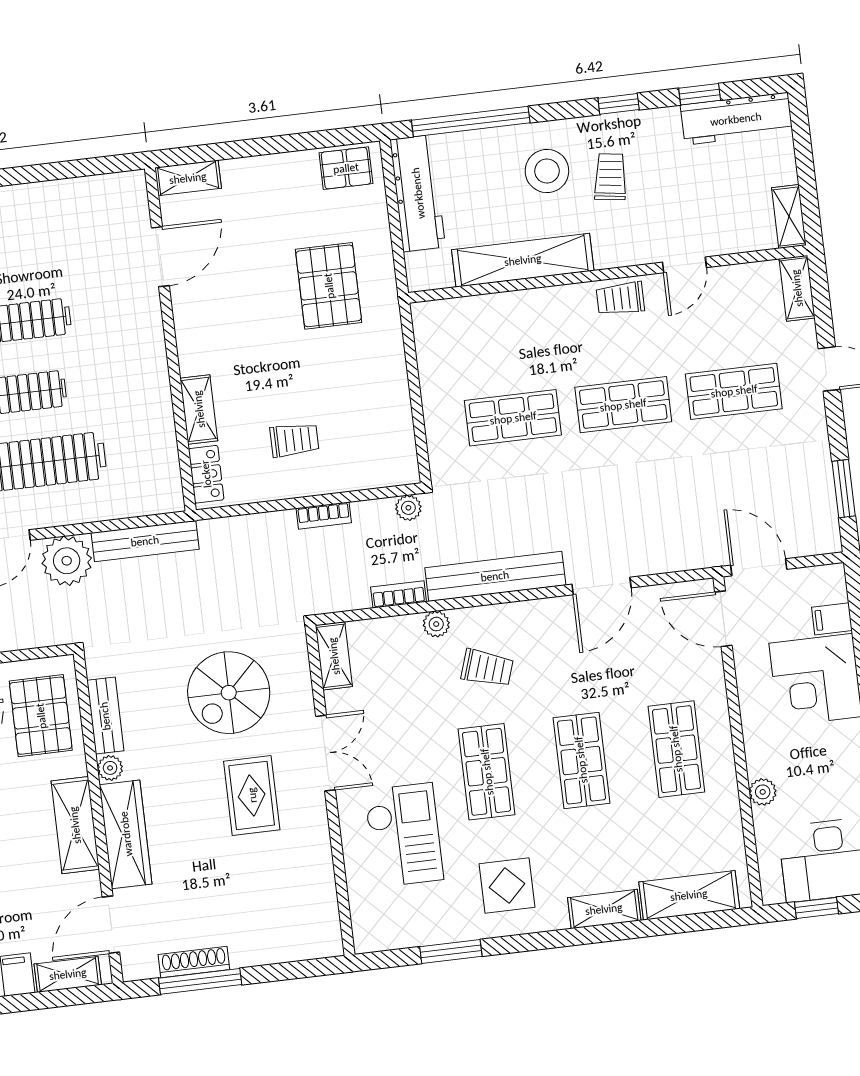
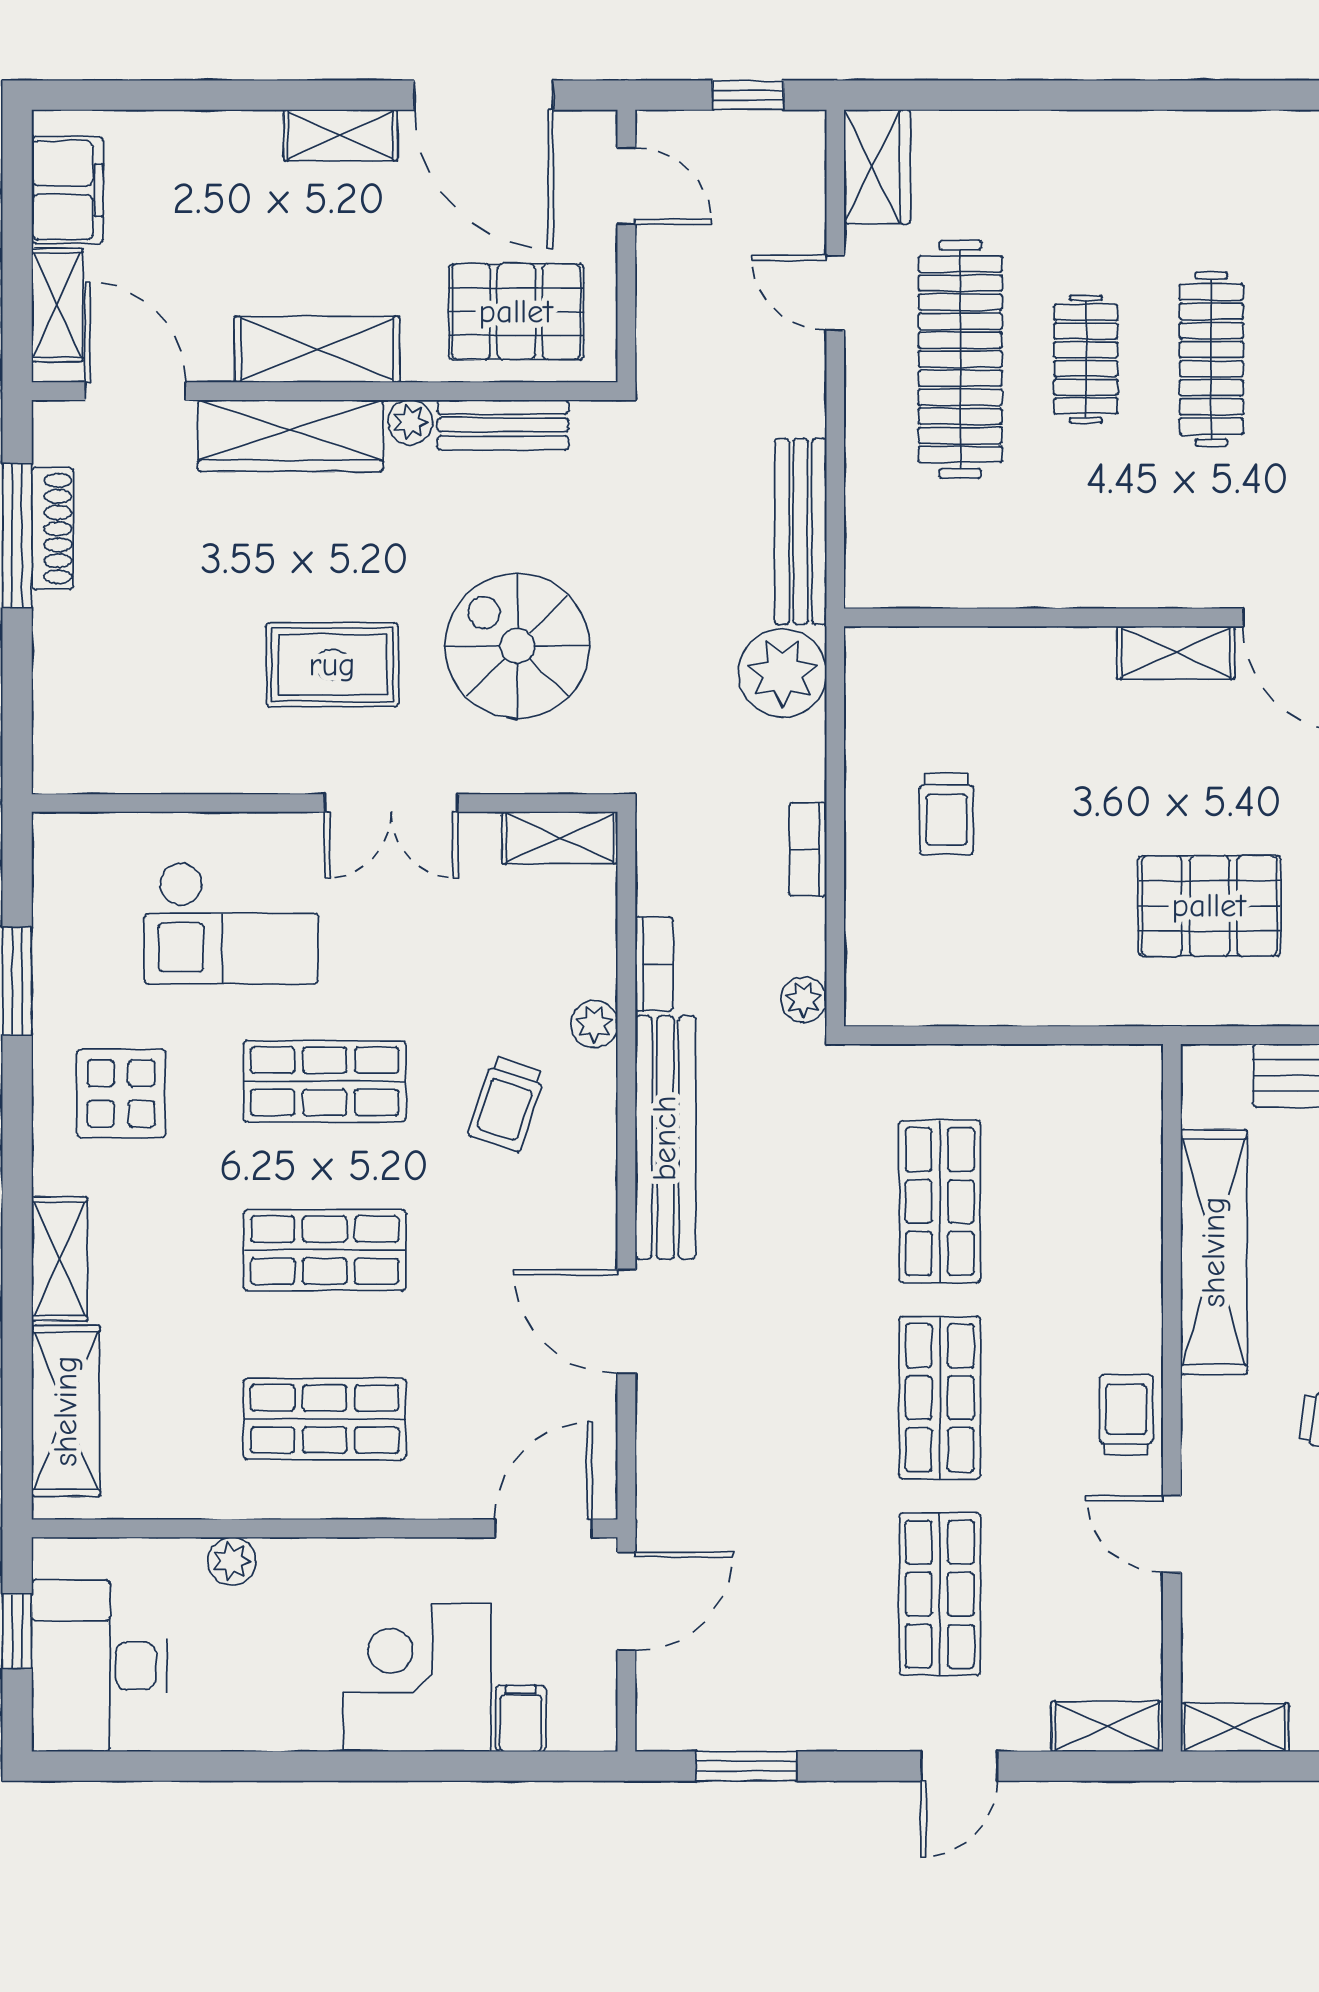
shelving: (199, 409) -> (1176, 653), moved
locker: (206, 474) -> (905, 652), removed
plant: (67, 561) -> (782, 673), moved

